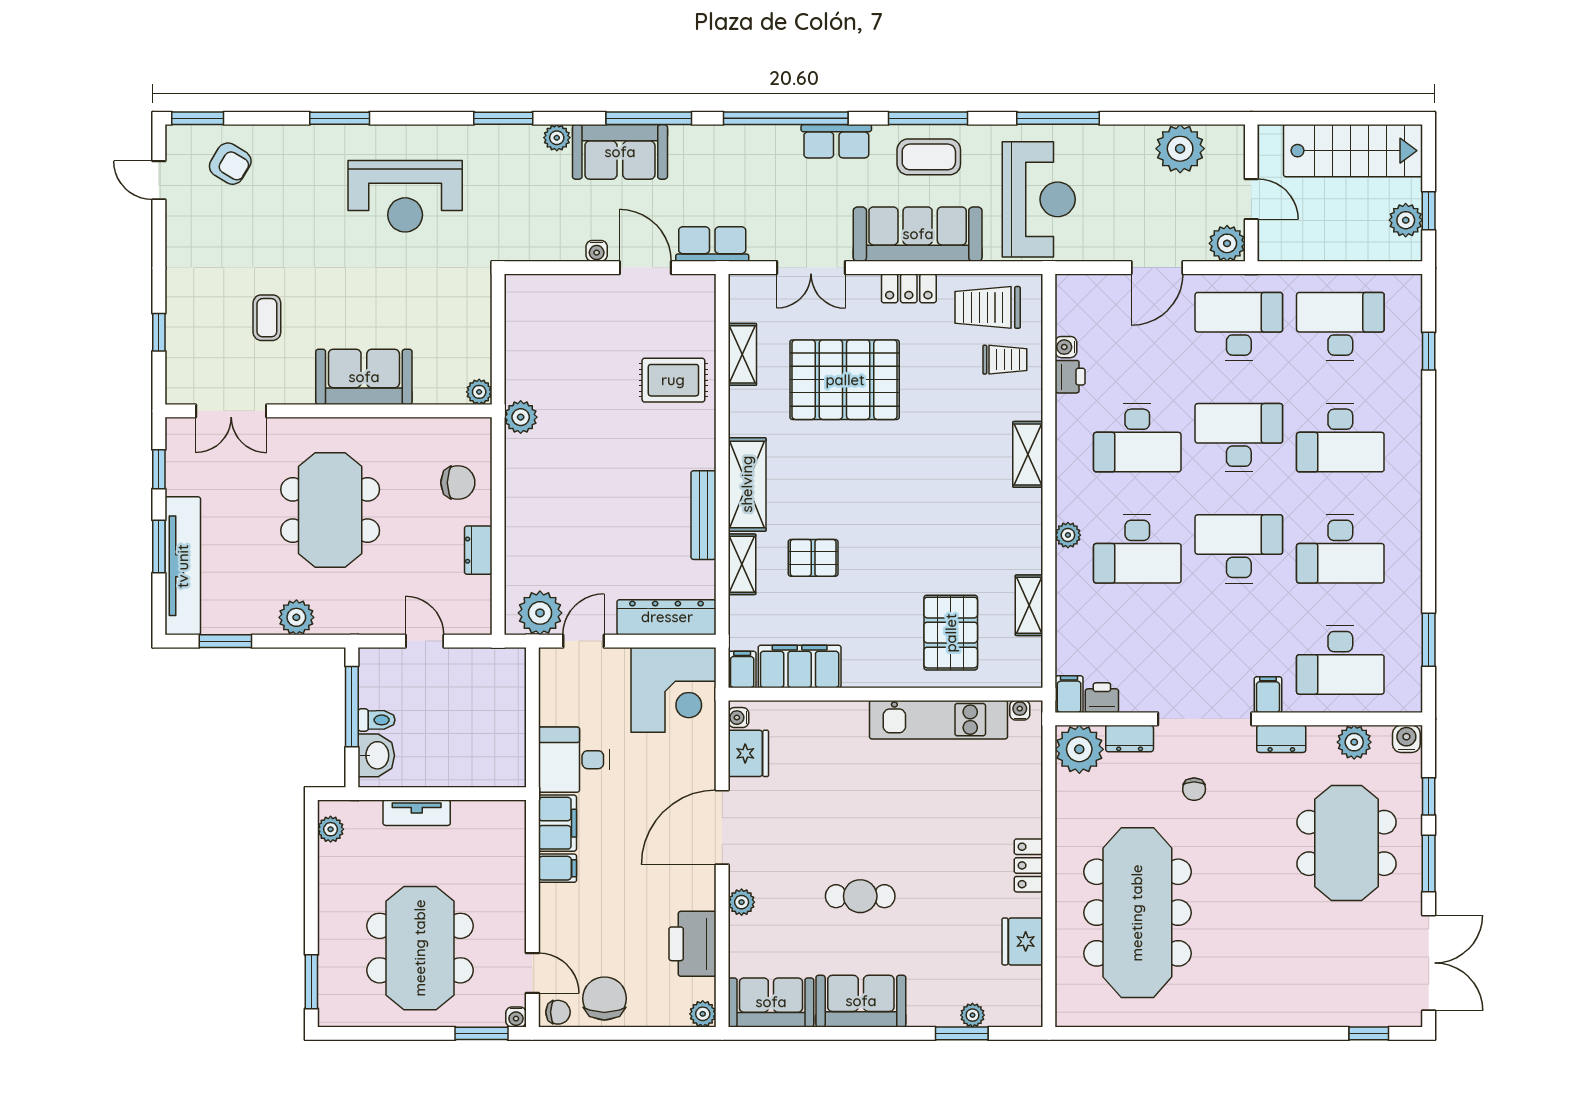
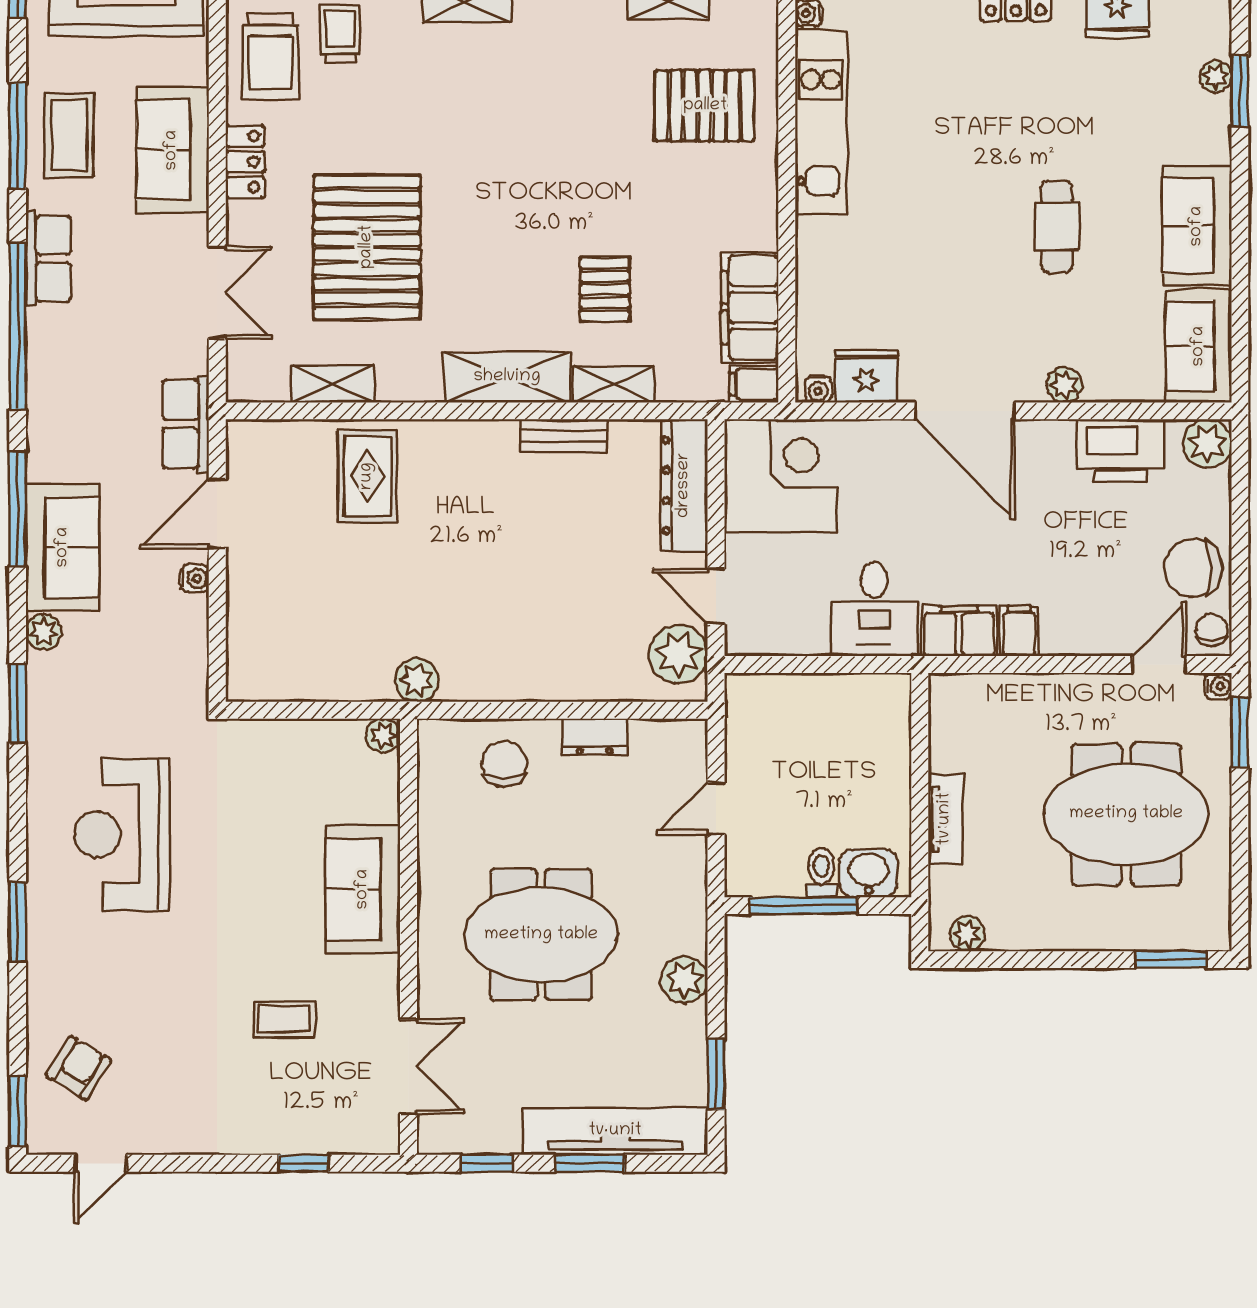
reception desk: (405, 196) -> (122, 834), turned 180
sofa: (918, 234) -> (172, 150), width x0.73
bench: (703, 515) -> (564, 436), width x0.73
plant: (703, 1014) -> (1207, 443), width x1.38, depth x1.38

